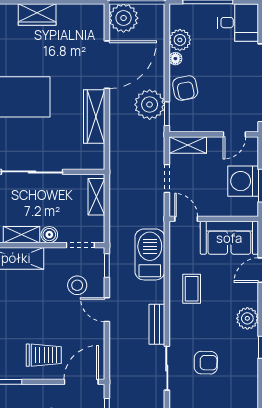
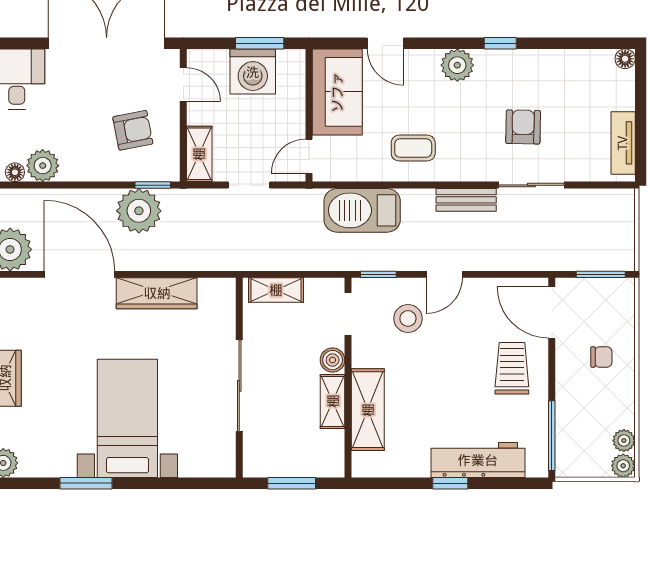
floor lamp: (175, 59) -> (15, 172), moved
armchair: (185, 88) -> (133, 130), moved

